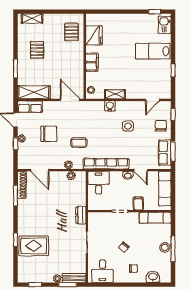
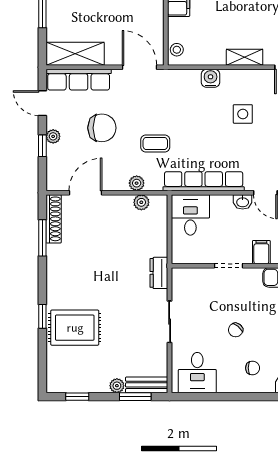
shelving: (115, 94) -> (245, 57), moved
row of seats: (30, 107) -> (79, 80), width x1.48
door: (40, 170) -> (86, 193), swing flipped

